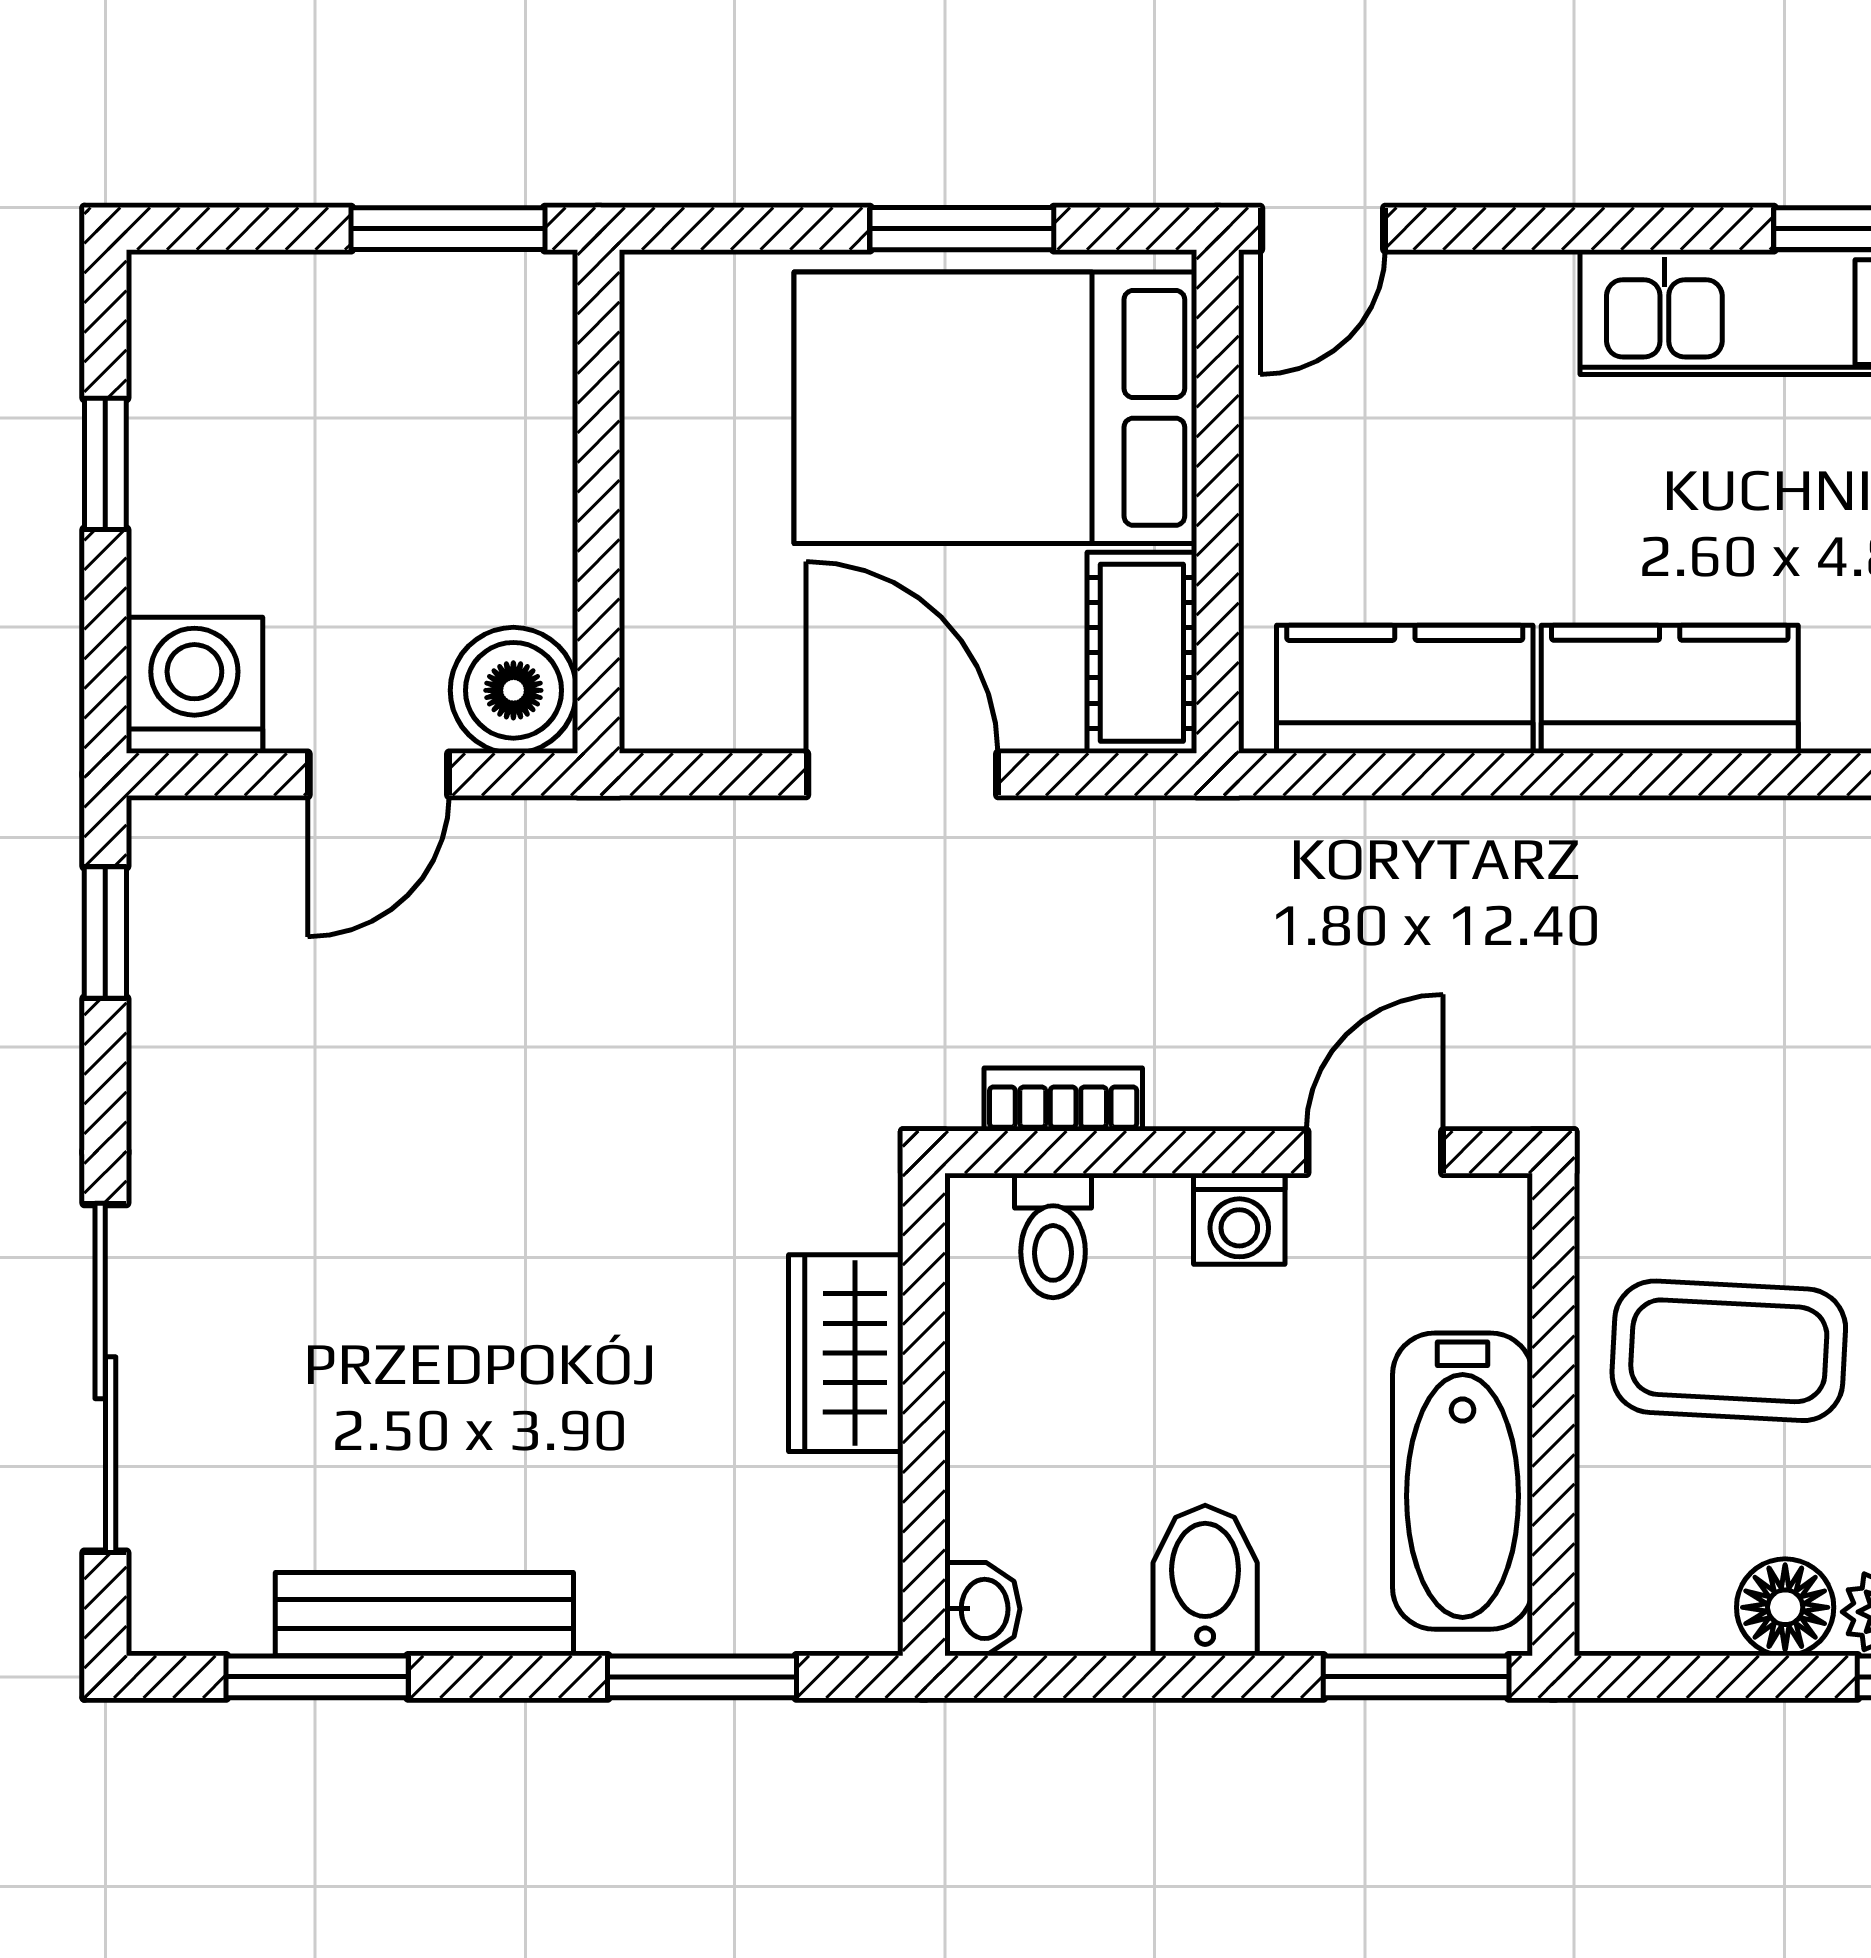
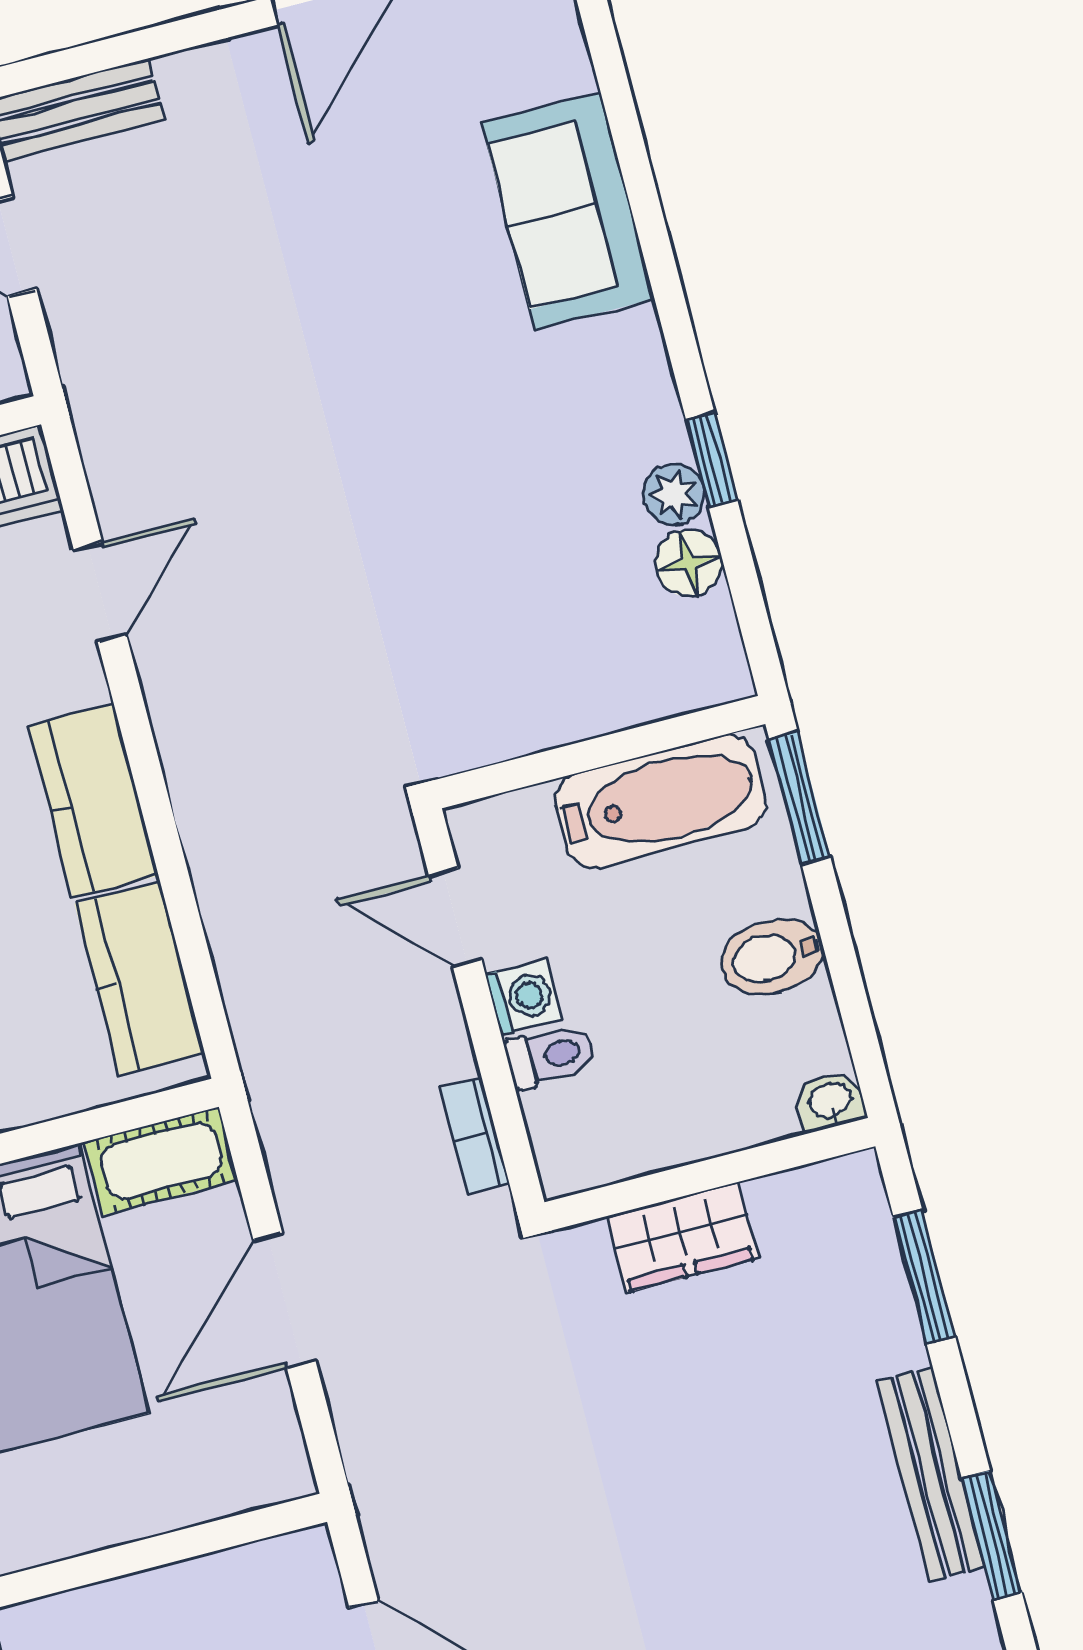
boiler: (513, 690) -> (296, 1576), removed
toilet: (1053, 1235) -> (551, 1056), moved
coffee table: (1729, 1351) -> (527, 646), removed

